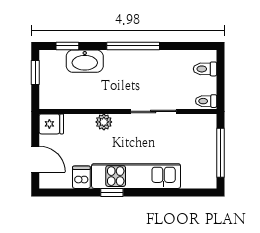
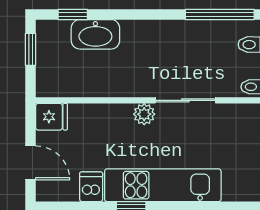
window: (133, 46) -> (220, 14), moved
plant: (104, 122) -> (144, 114), moved

